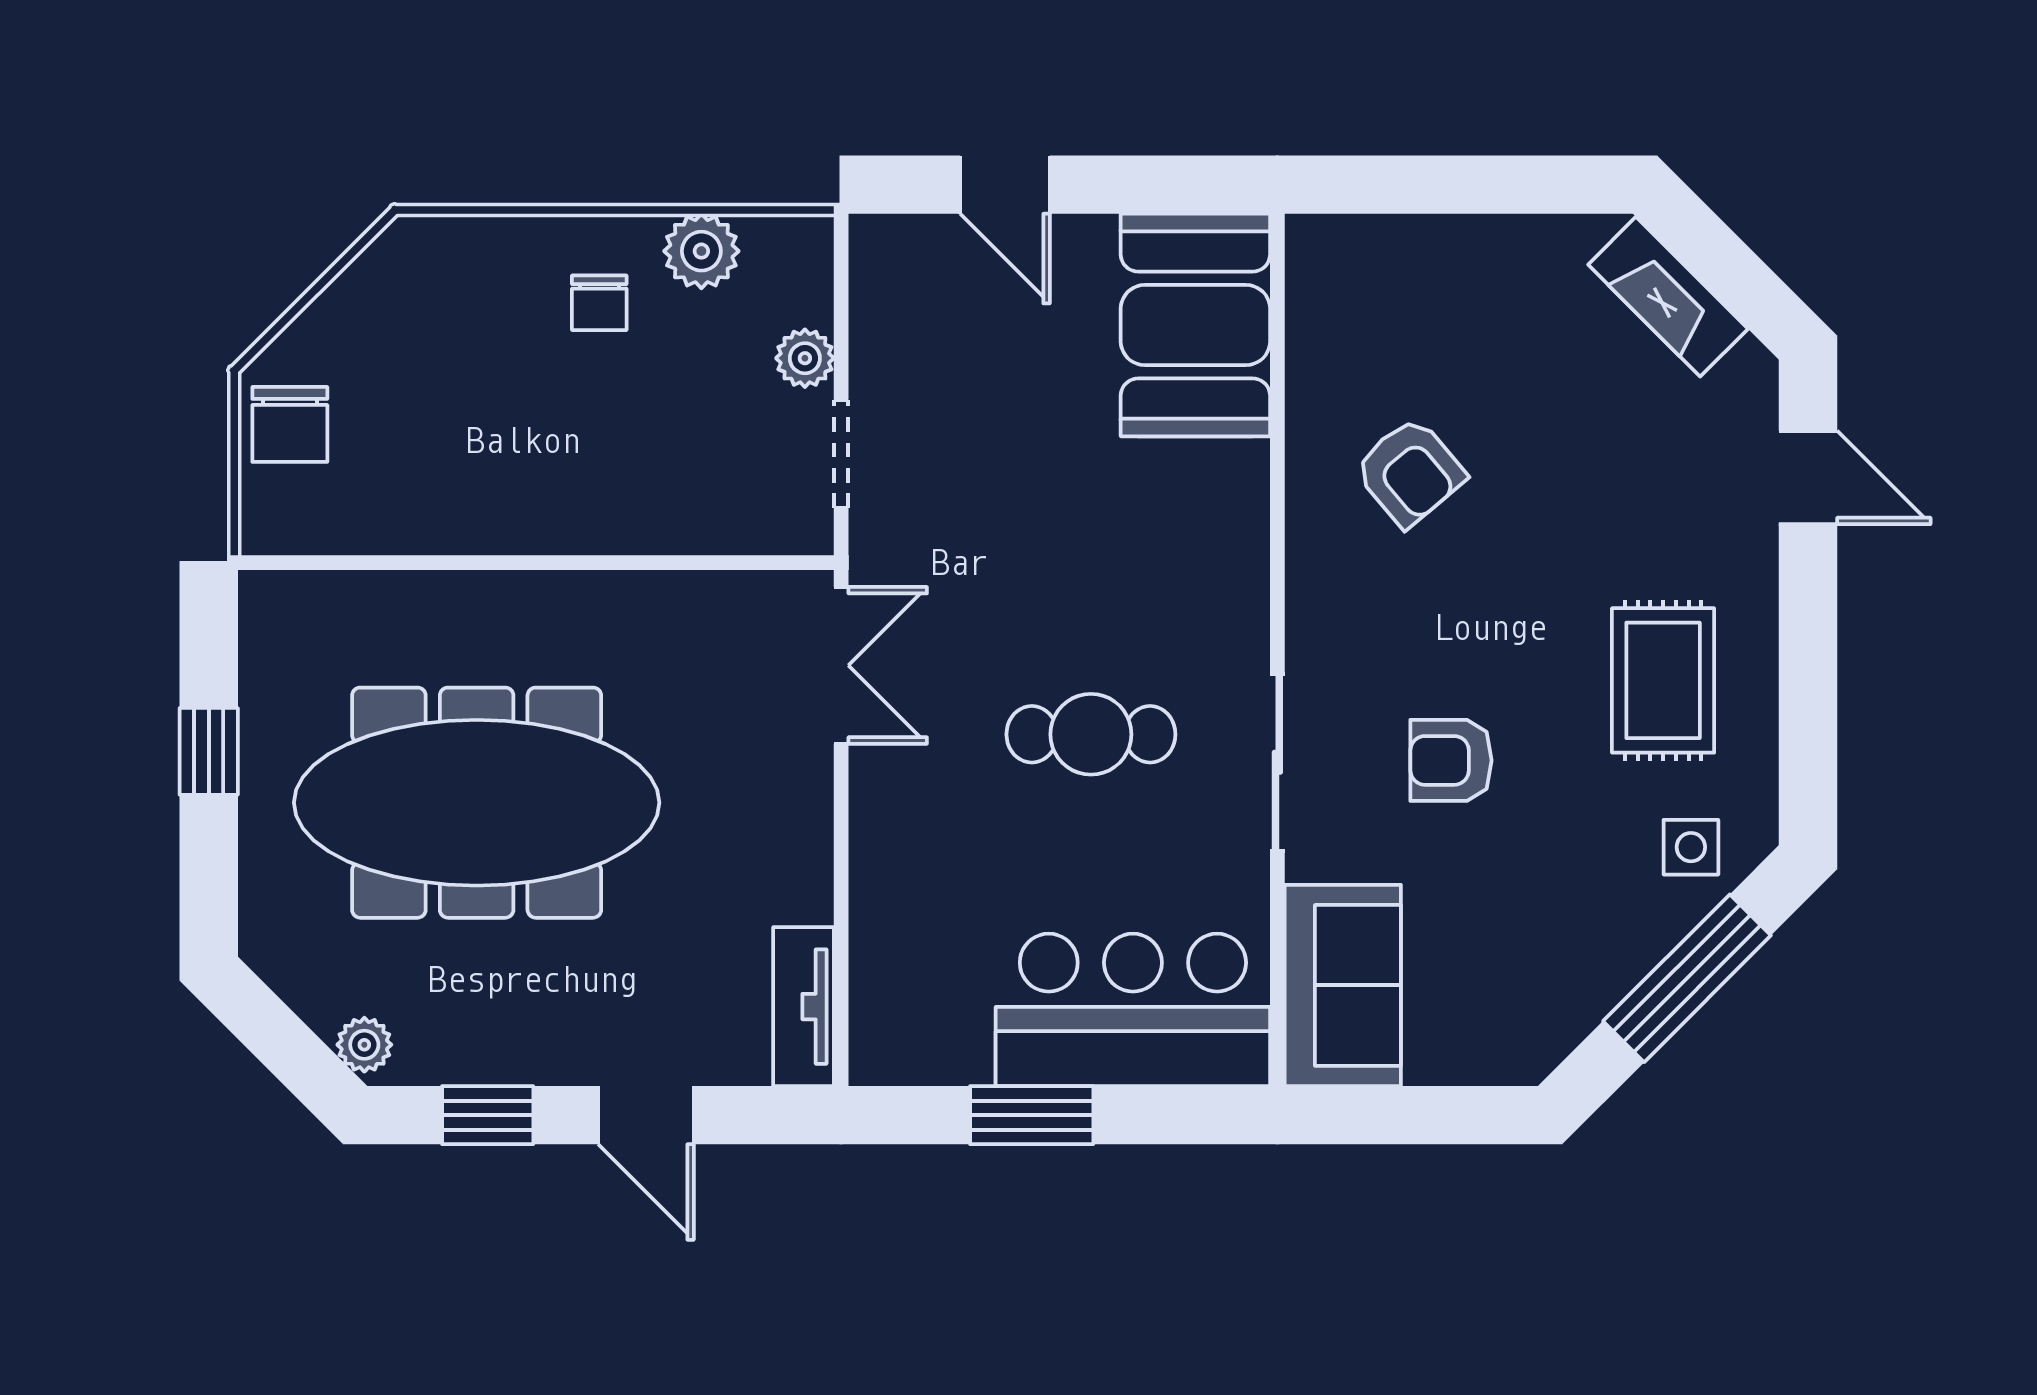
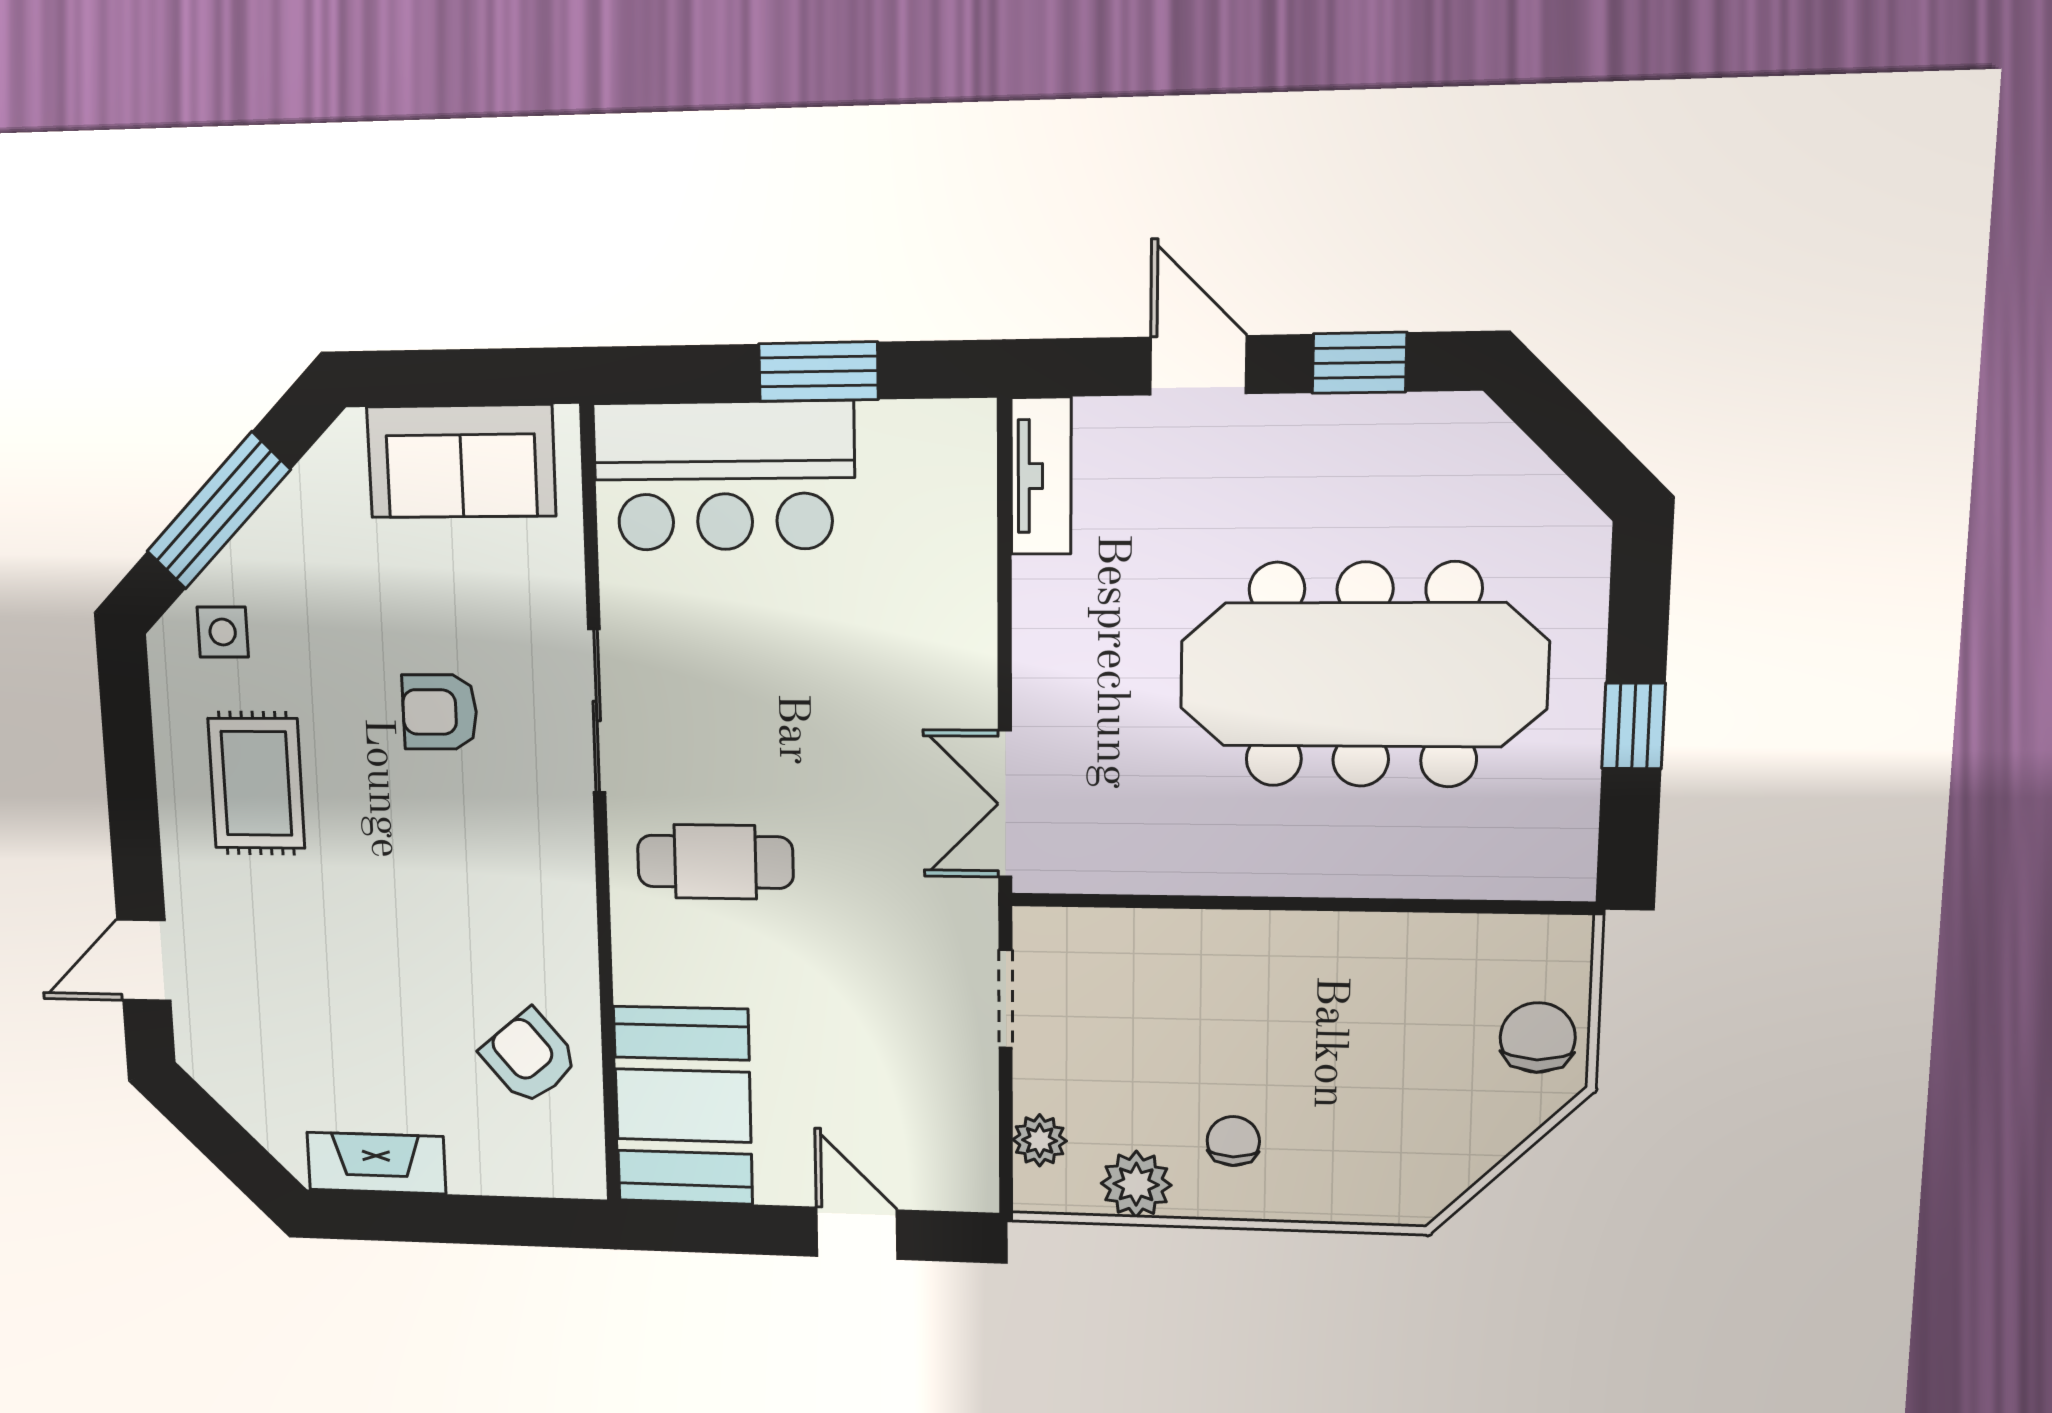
fireplace: (1668, 297) -> (376, 1163), moved, turned -45
plant: (805, 358) -> (1040, 1140), moved
armchair: (1410, 472) -> (529, 1057), moved
door: (1808, 477) -> (144, 960), hinge flipped
cafe table: (1091, 734) -> (715, 862), moved
armchair: (1451, 760) -> (440, 712), turned 180
sofa: (1343, 985) -> (461, 461), moved, turned -90
plant: (364, 1045) -> (1485, 433), removed

